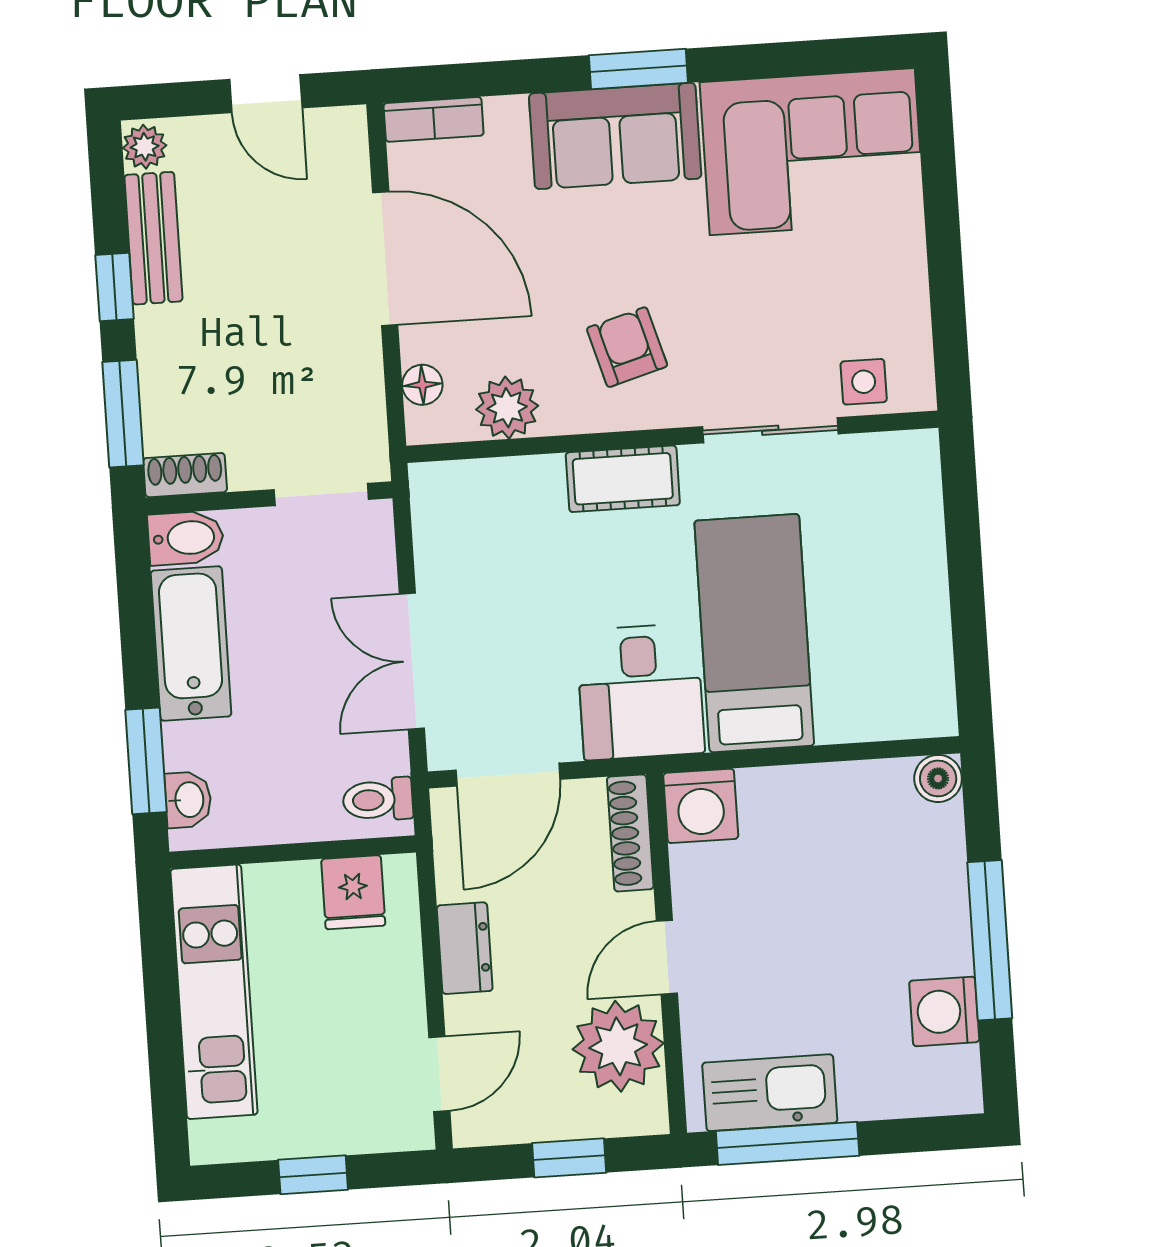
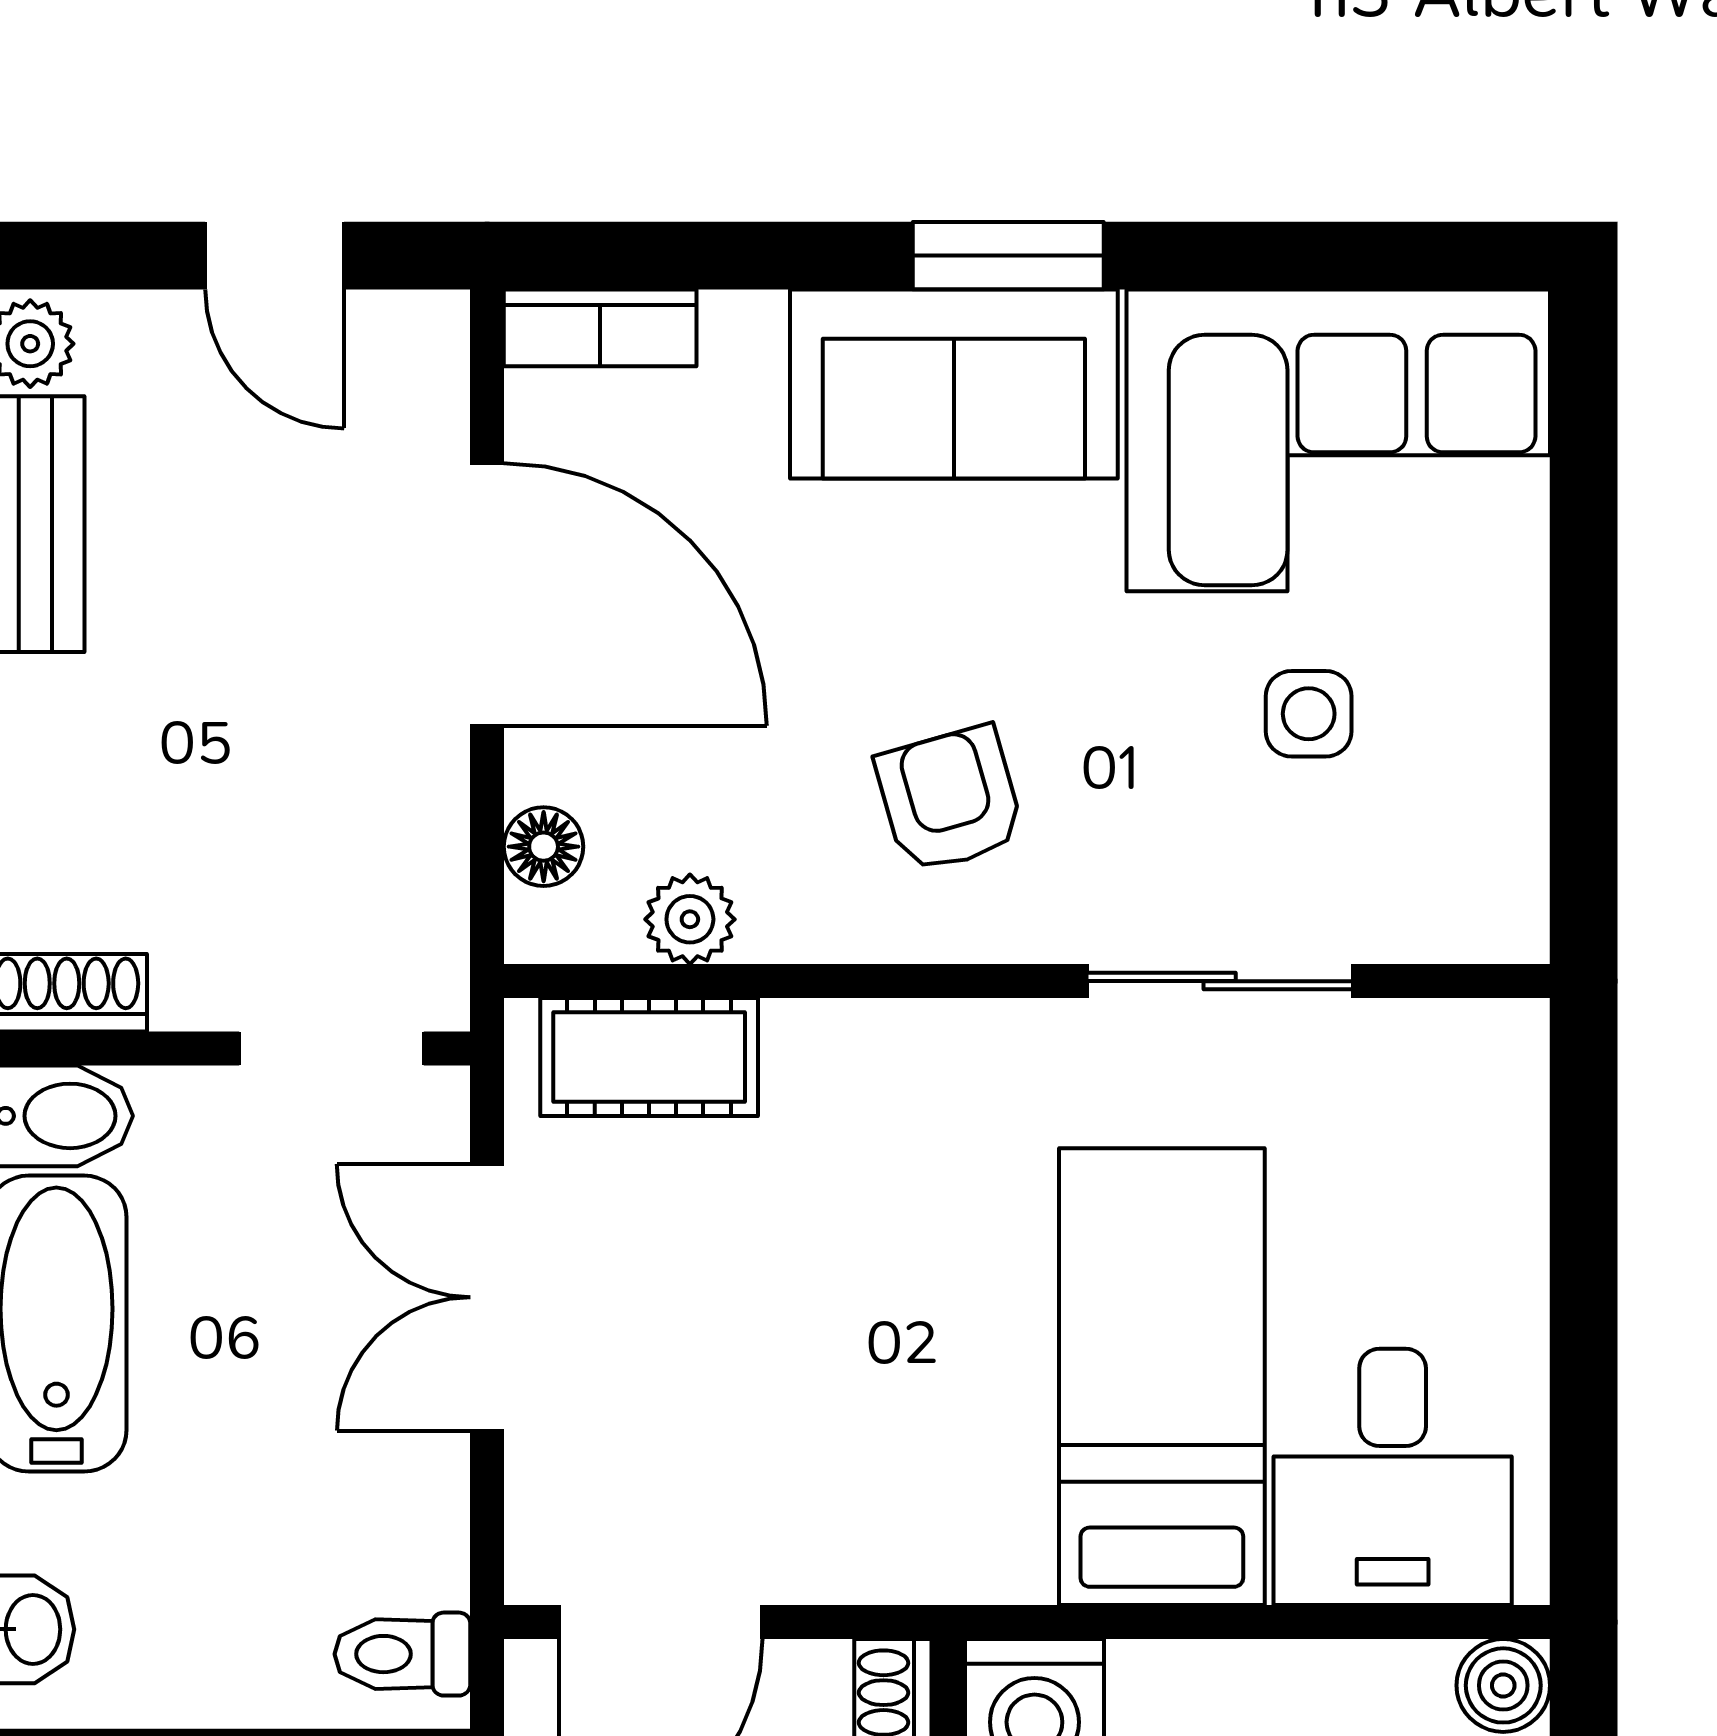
side table: (864, 382) -> (1309, 714), moved
plant: (507, 408) -> (690, 919), width x0.73, depth x0.73
cot: (623, 479) -> (649, 1057), moved
double door: (412, 661) -> (487, 1297), moved
desk: (640, 692) -> (1393, 1477), moved

